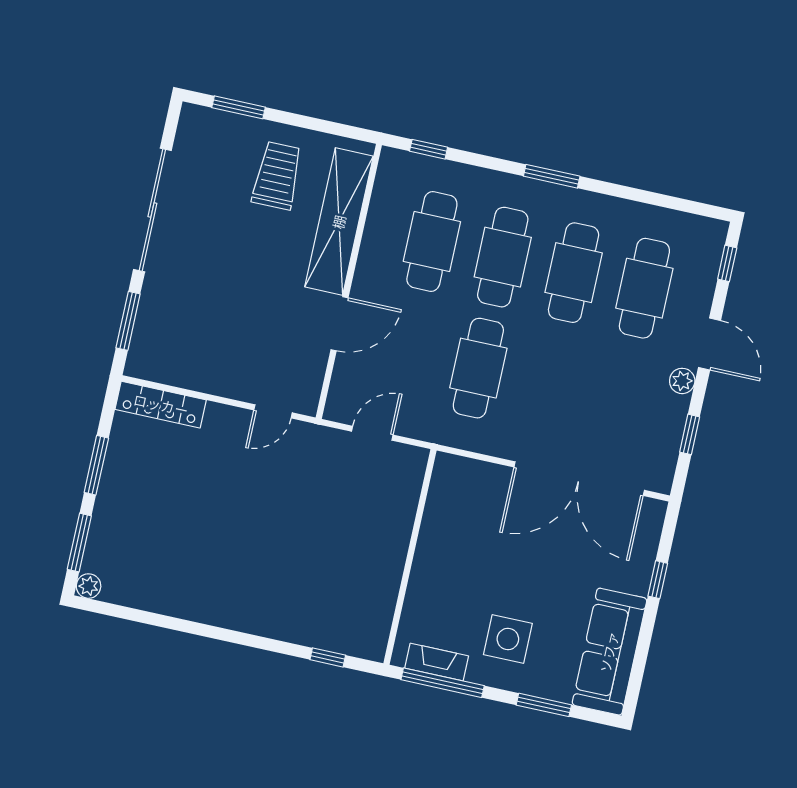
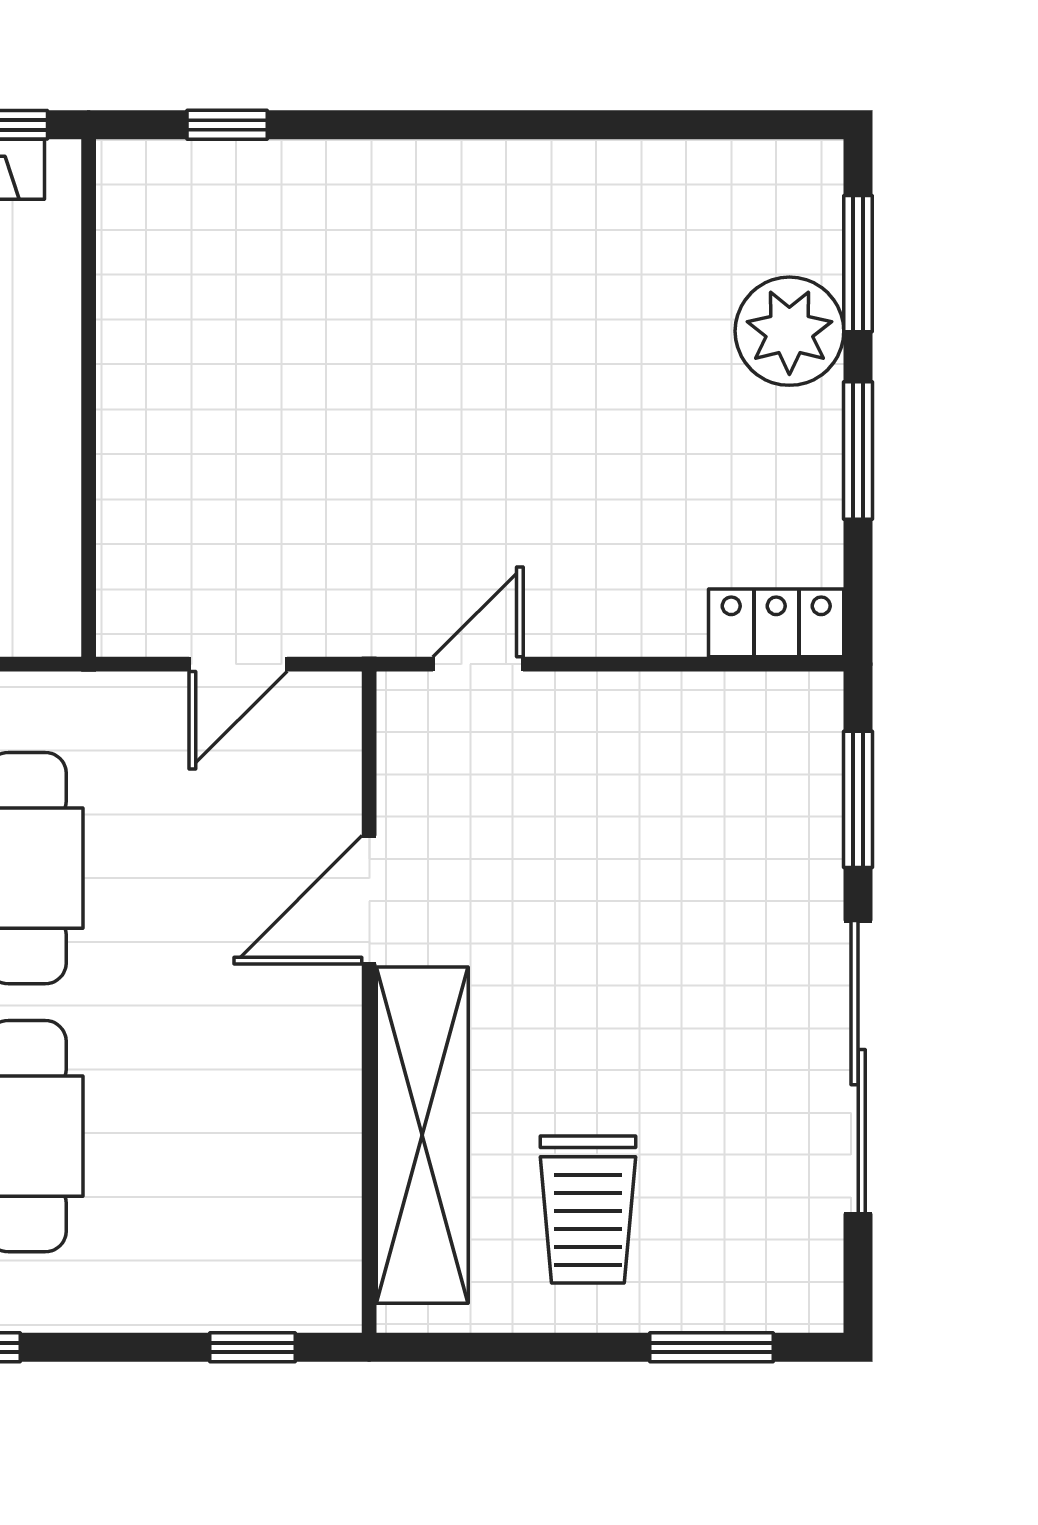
cafe table: (432, 241) -> (198, 1136), removed
locker: (161, 405) -> (776, 623), width x0.66
plant: (89, 586) -> (789, 331), moved, width x1.88, depth x1.88

